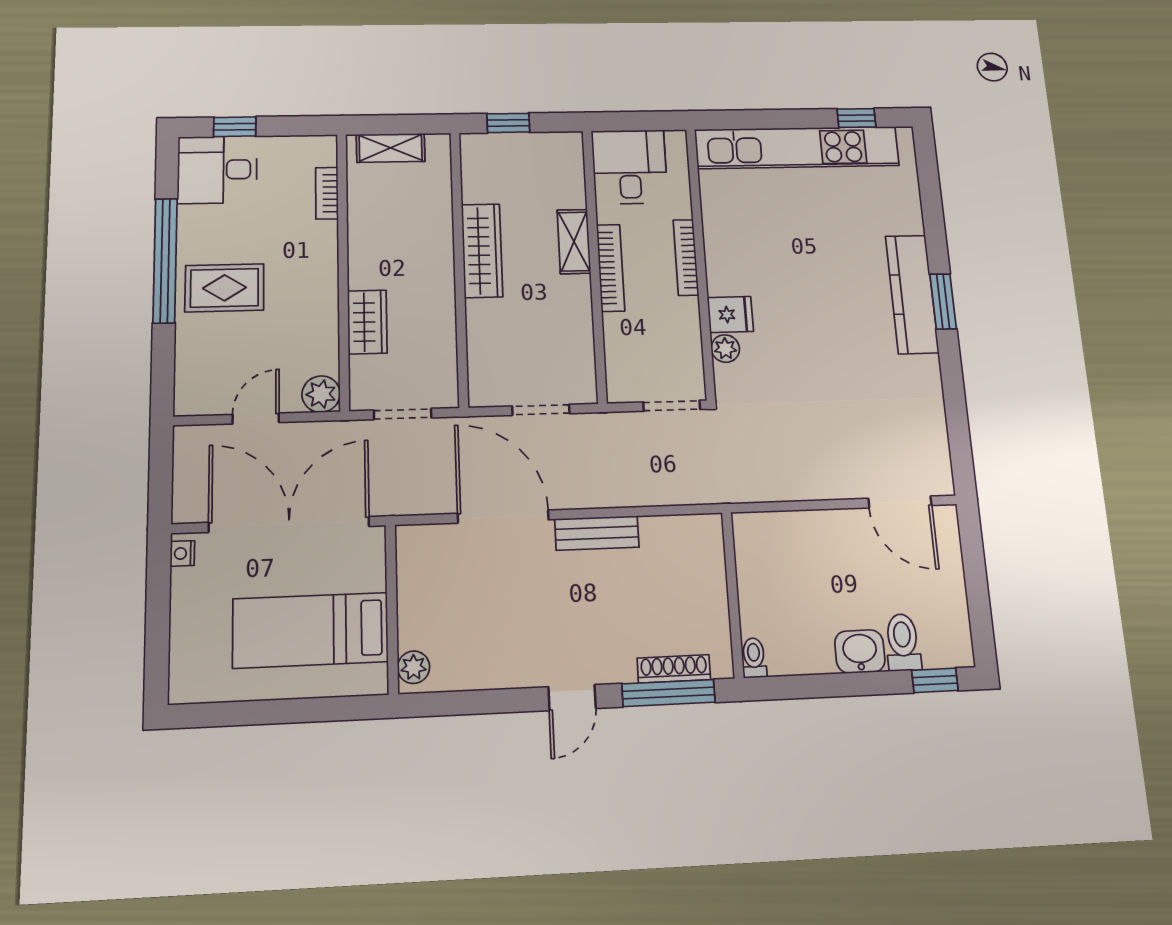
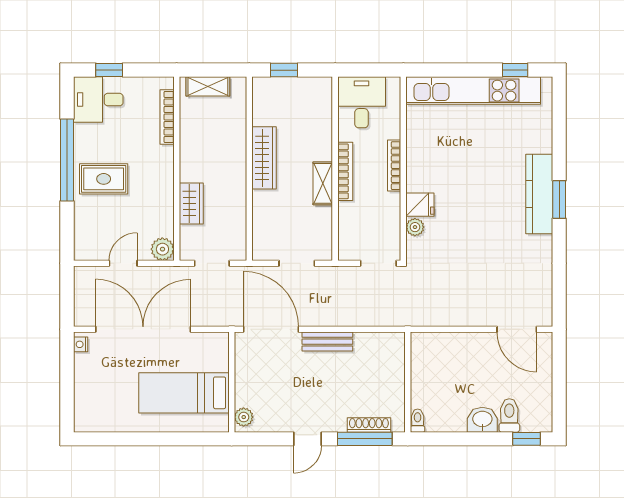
bookcase: (327, 193) -> (167, 117), width x1.56
shelving: (574, 242) -> (323, 183), moved
wall: (392, 609) -> (232, 382), moved
bed: (310, 630) -> (184, 393), moved
plant: (414, 667) -> (244, 417), moved

